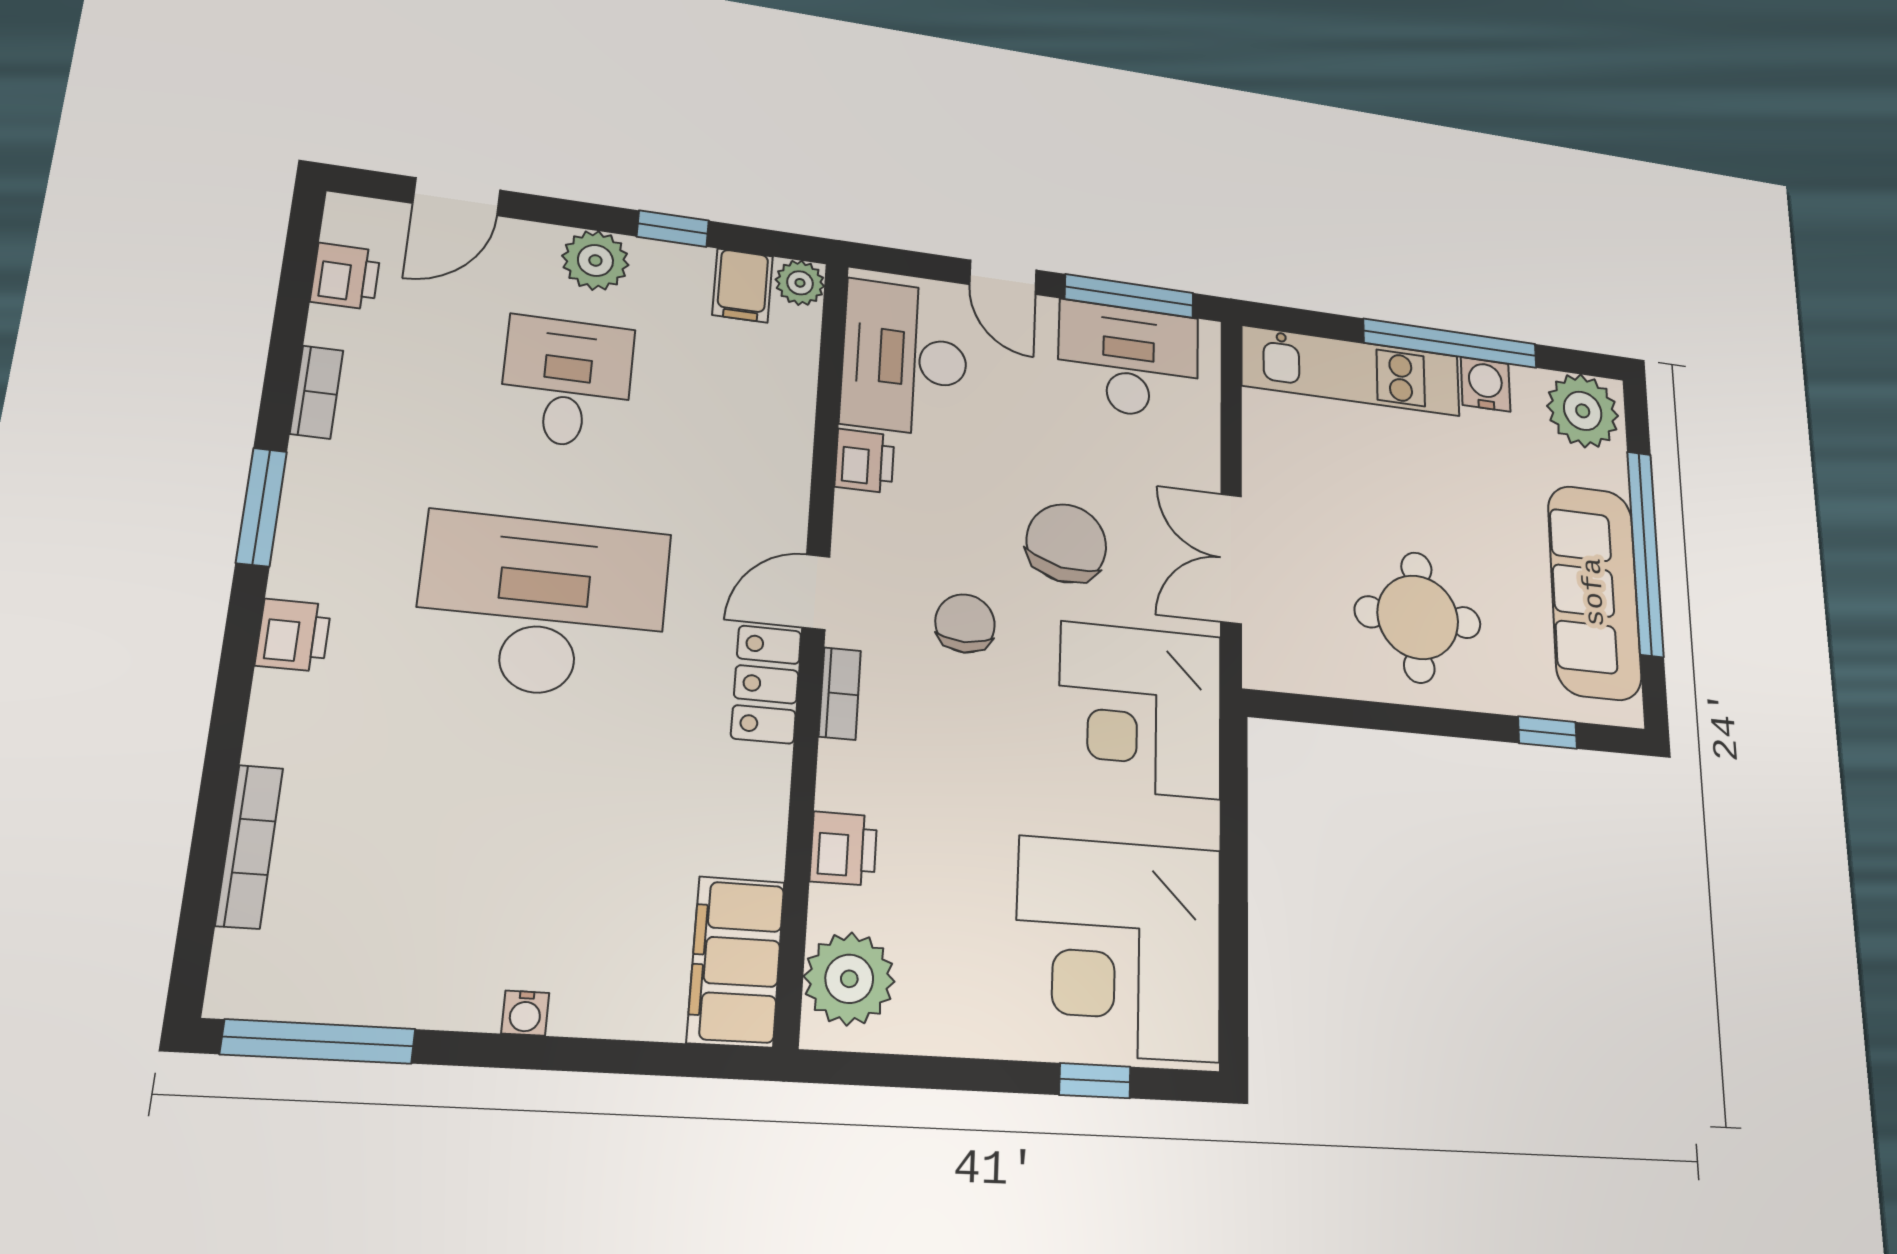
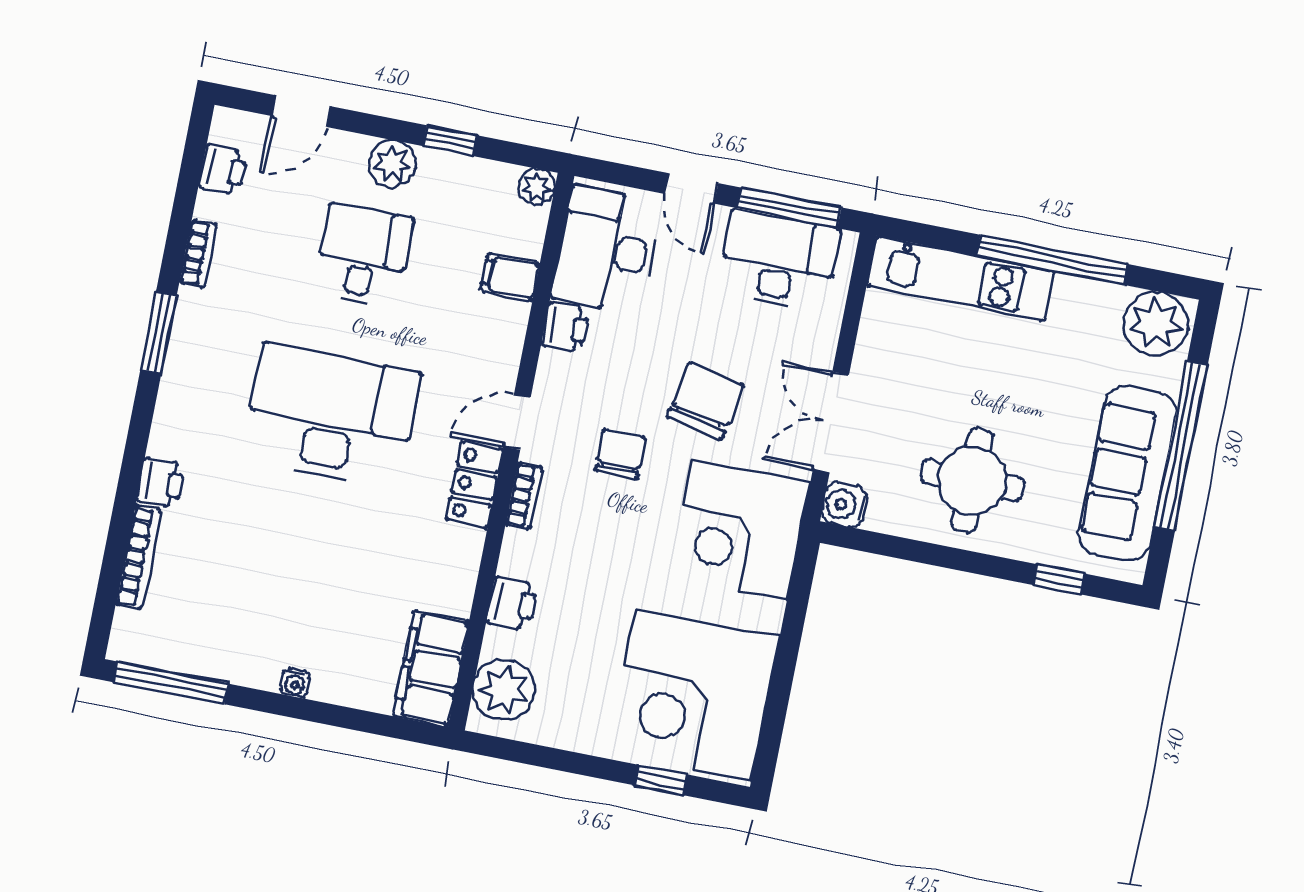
filing cabinet: (743, 286) -> (510, 277), moved, turned 90
water cooler: (1486, 384) -> (844, 505), moved, turned -90
printer: (293, 635) -> (161, 483), moved

